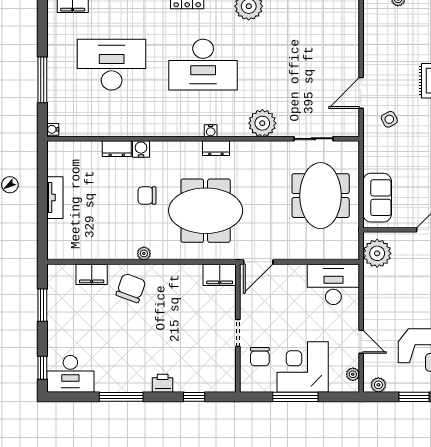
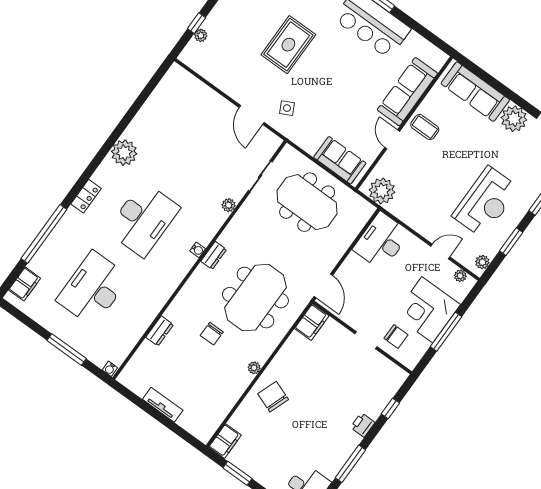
plant: (262, 123) -> (229, 205), width x0.53, depth x0.53
water cooler: (141, 149) -> (173, 313), removed
filing cabinet: (92, 274) -> (225, 441), moved

